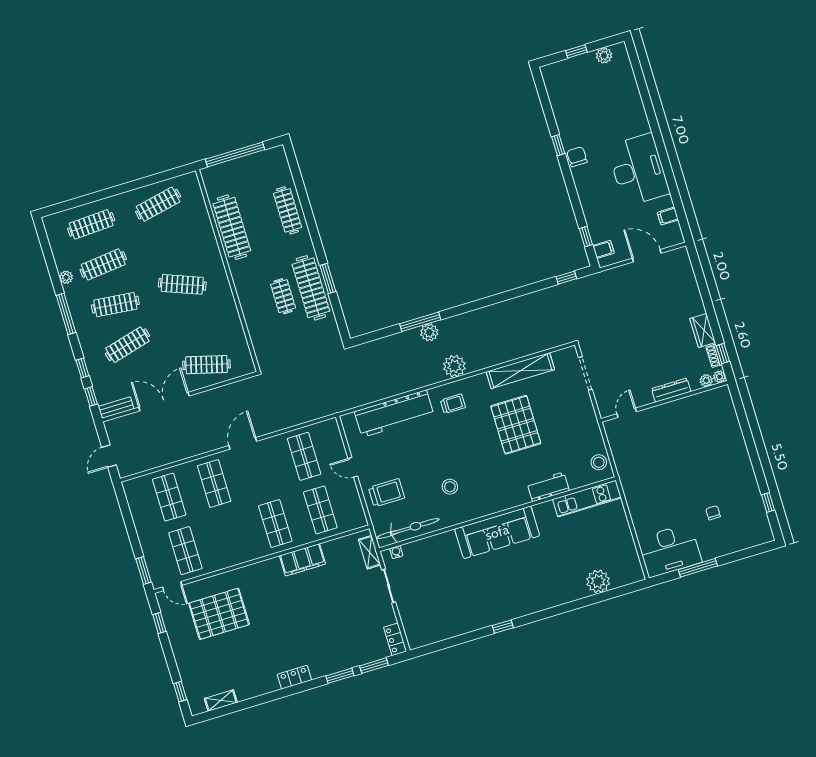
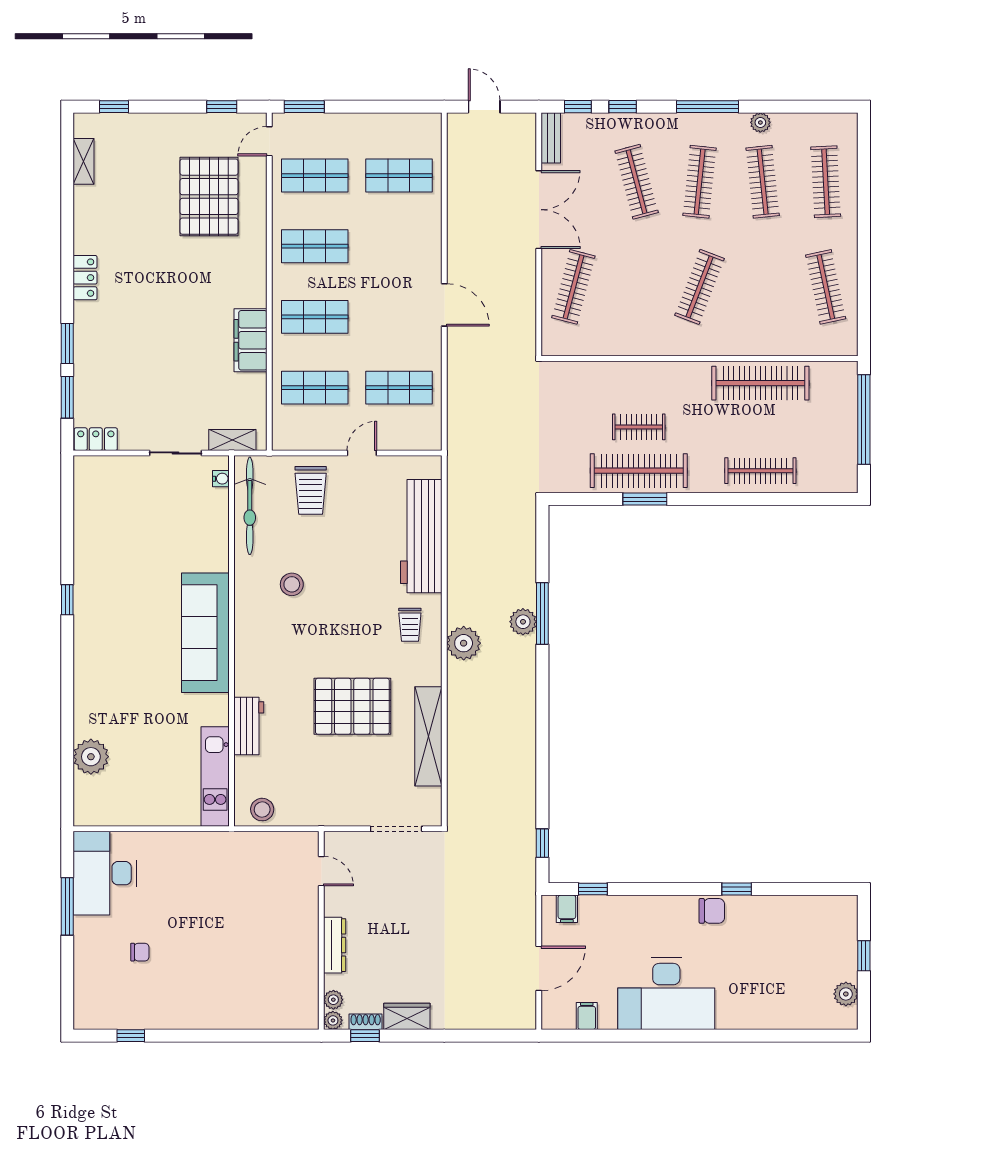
shop shelf: (214, 483) -> (315, 246), moved

